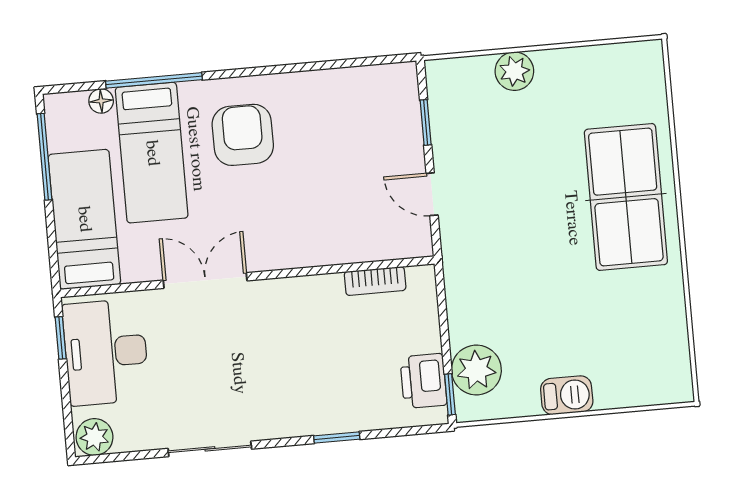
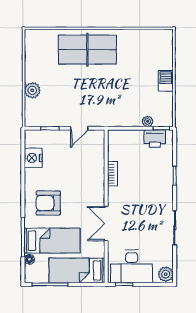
nightstand: (349, 88) -> (33, 158), added
bookcase: (375, 281) -> (112, 174), moved
plant: (476, 370) -> (148, 121), width x0.53, depth x0.53

